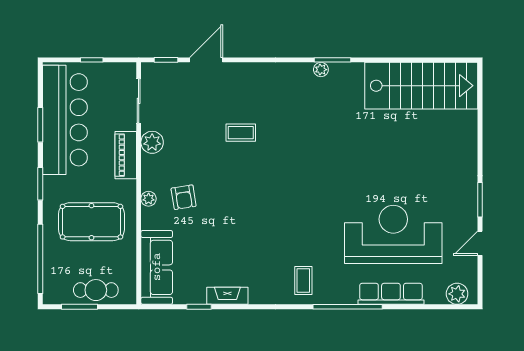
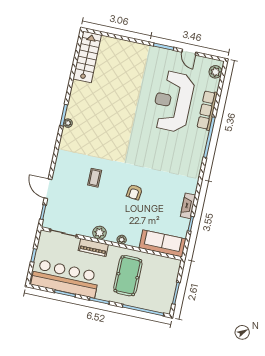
stairs: (421, 86) -> (87, 57), width x0.73, depth x0.66
plant: (152, 142) -> (99, 233), moved
armchair: (184, 197) -> (134, 192), moved, turned 106
coffee table: (303, 280) -> (189, 160), removed
cafe table: (96, 290) -> (168, 282), removed

